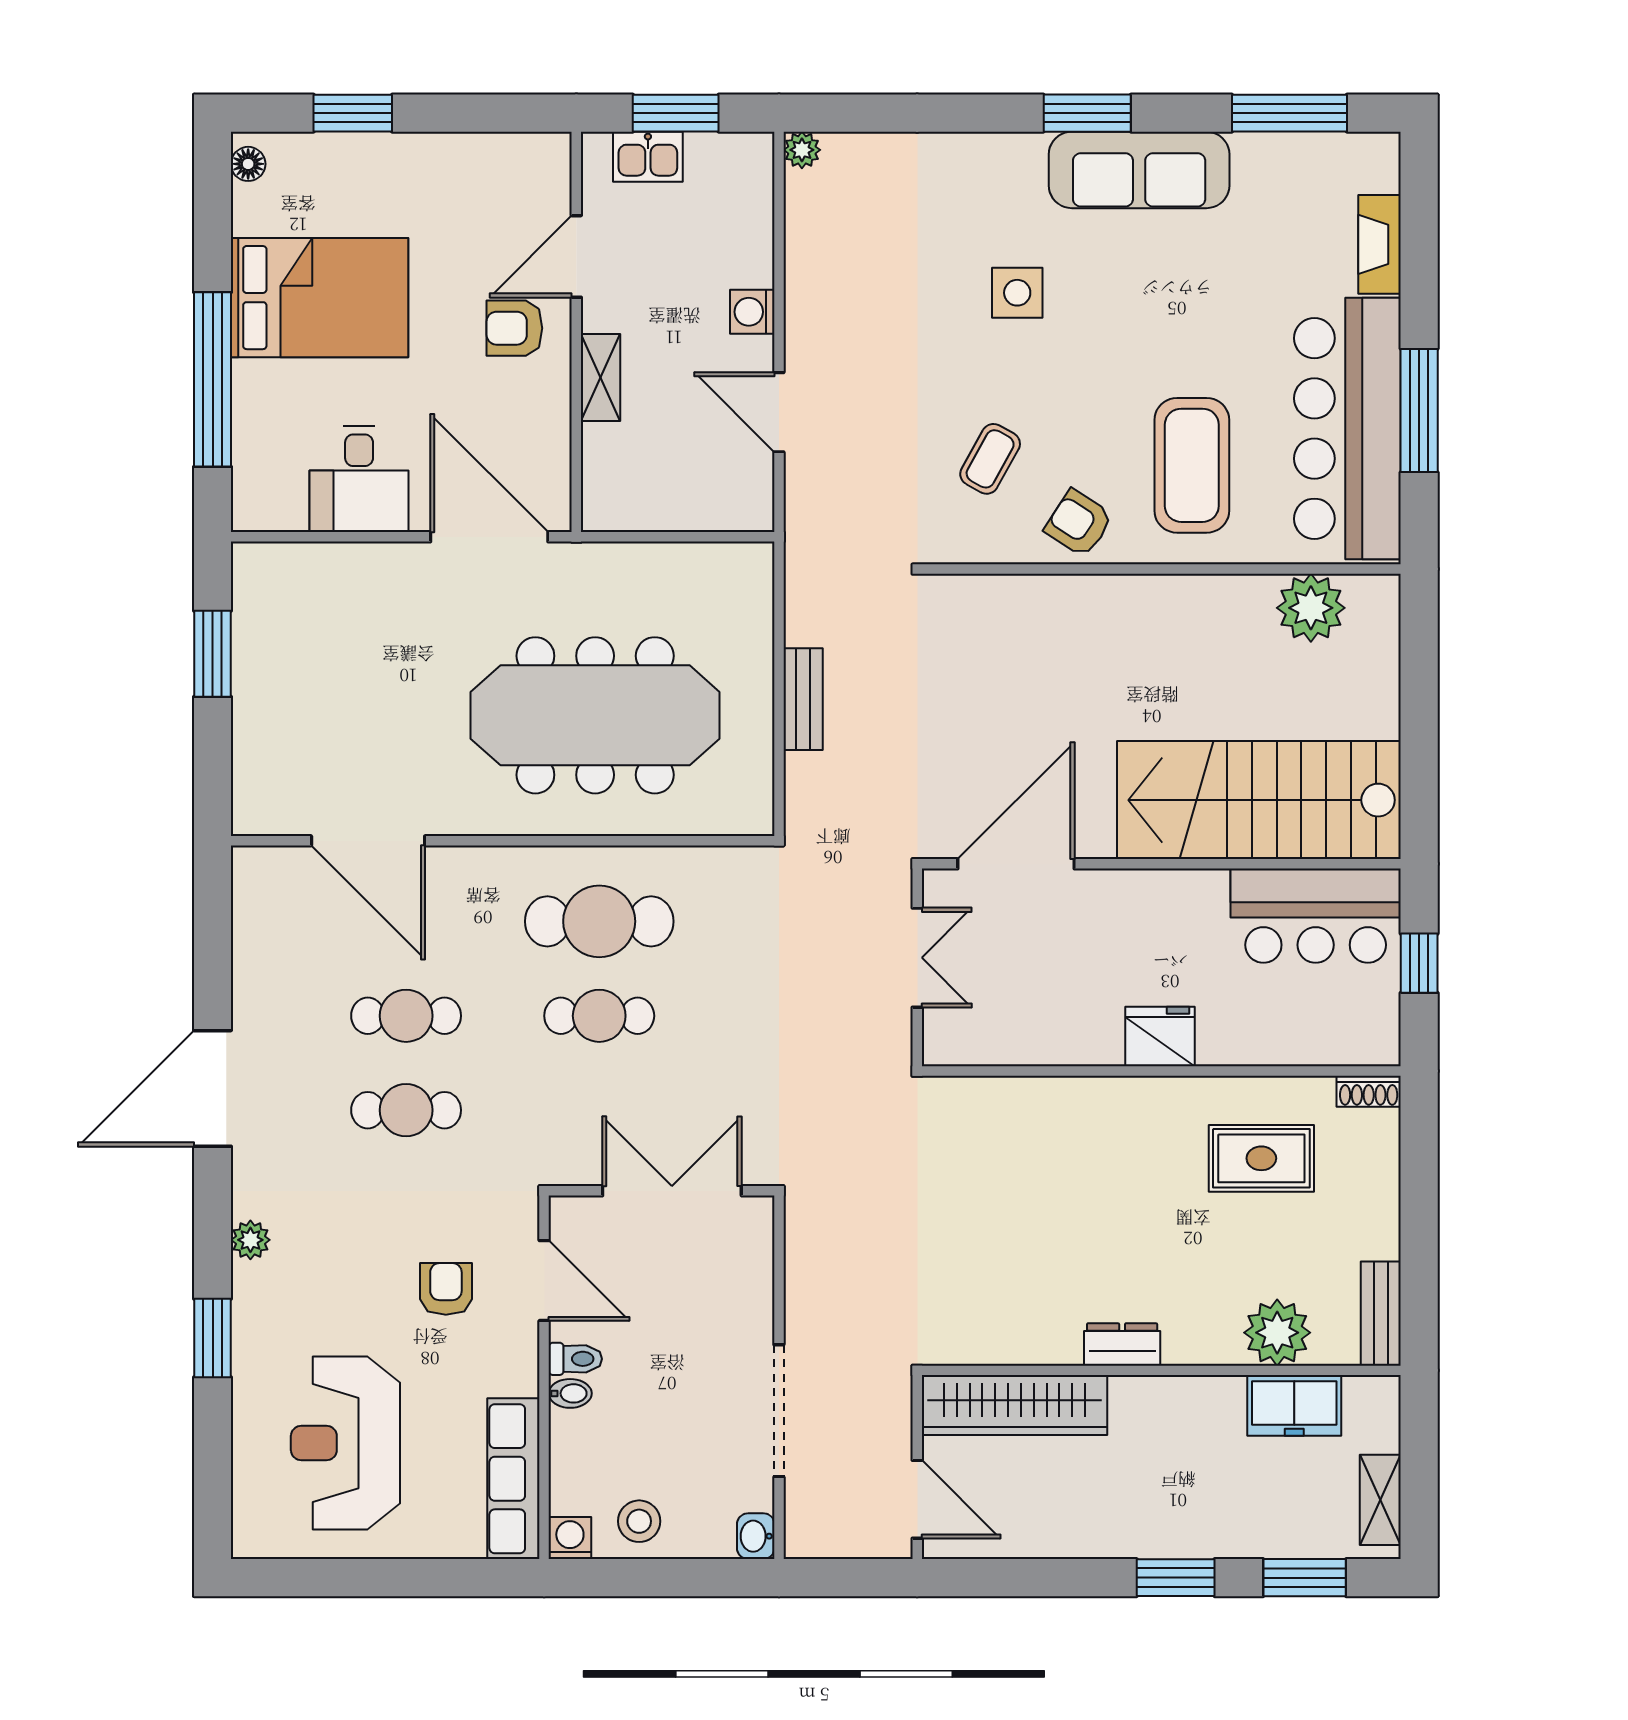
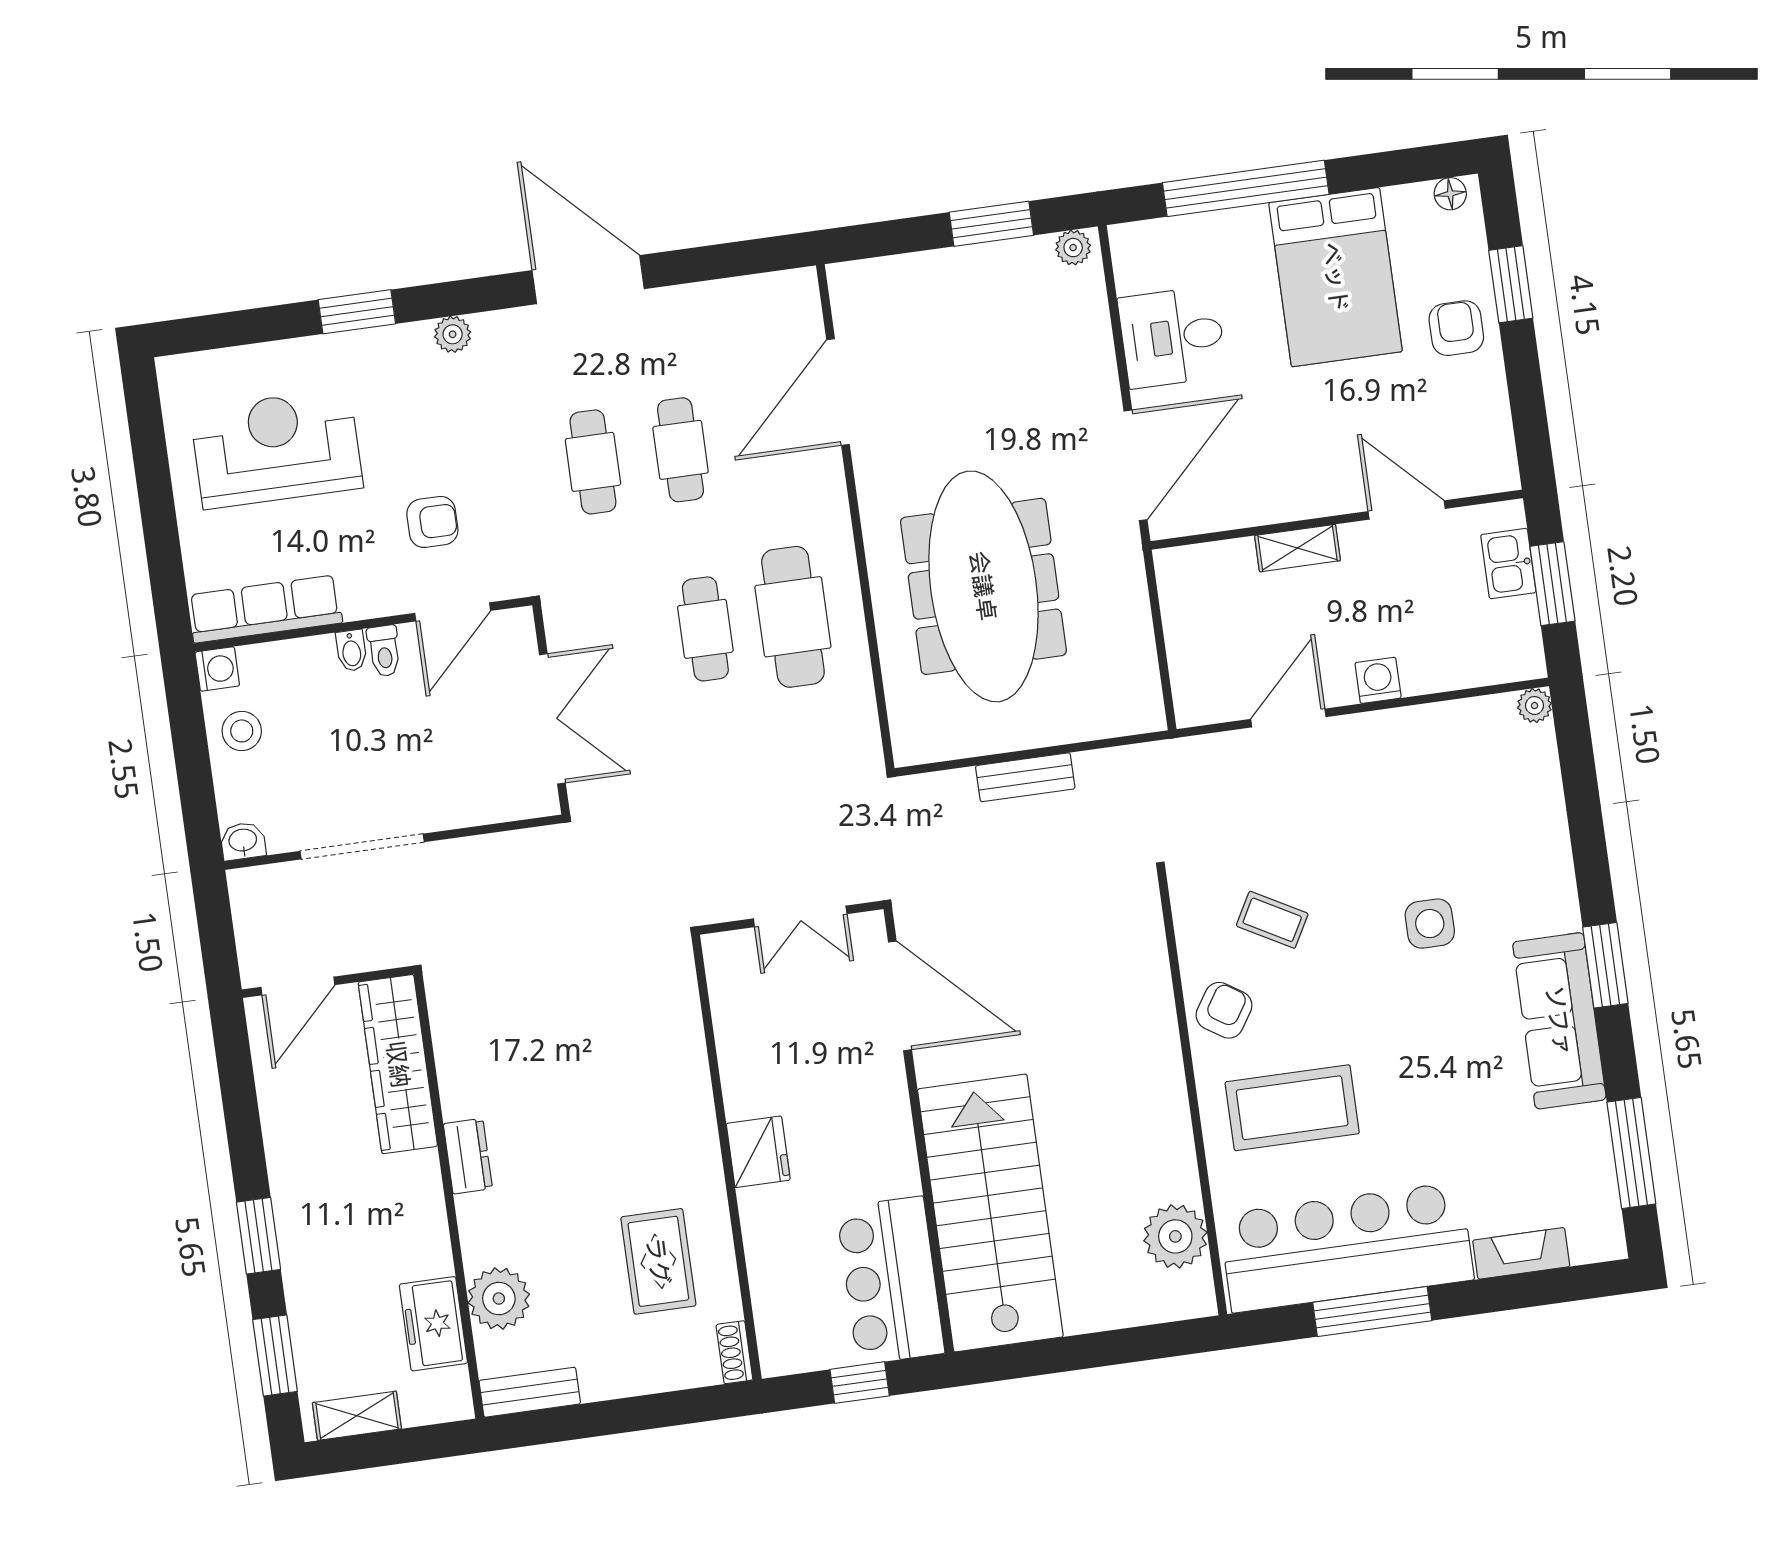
armchair: (514, 328) -> (1456, 328), moved
plant: (250, 571) -> (1073, 248), added

